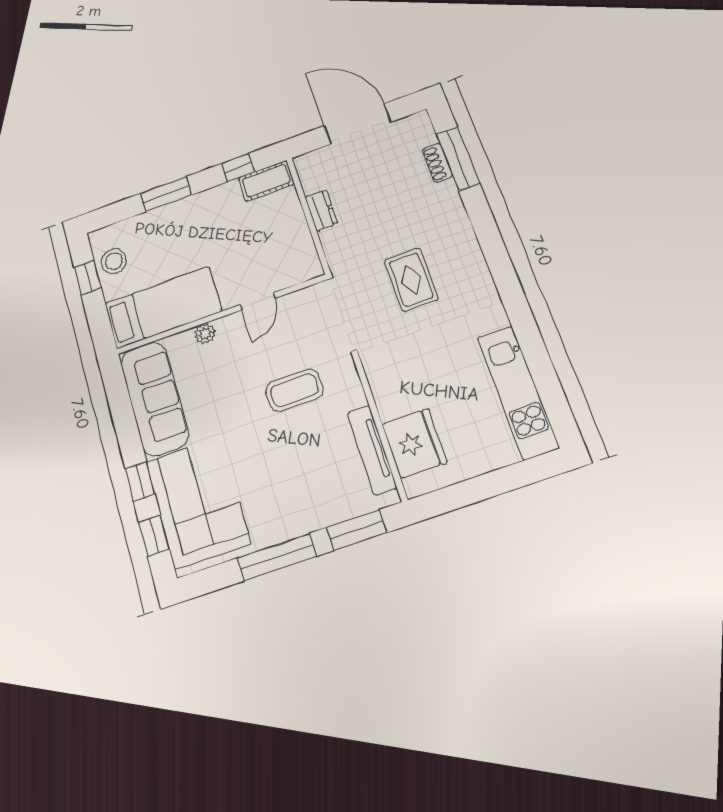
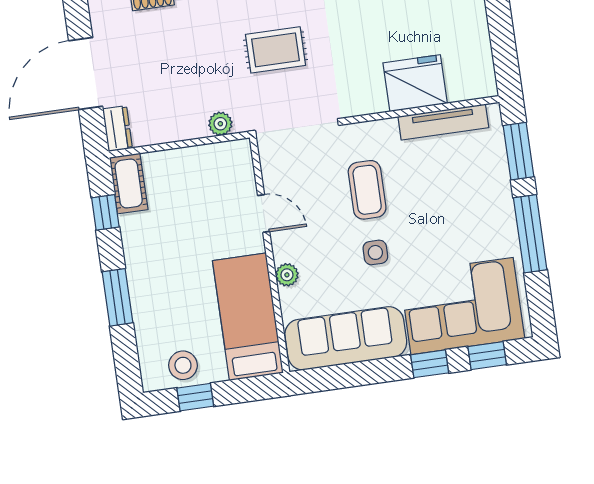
dresser: (321, 210) -> (117, 129), moved, turned 90
plant: (333, 246) -> (220, 124), added
side table: (237, 410) -> (375, 252), added
fridge: (414, 443) -> (415, 83), moved

